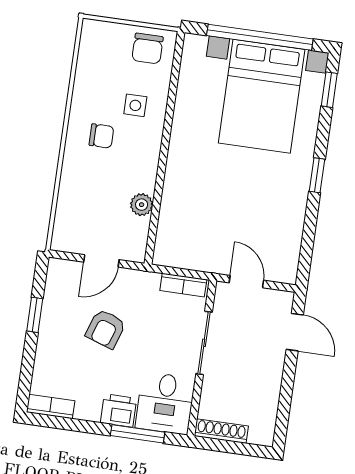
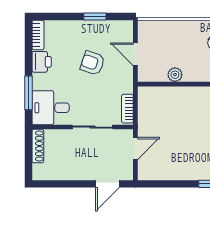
printer: (119, 411) -> (42, 62), moved

